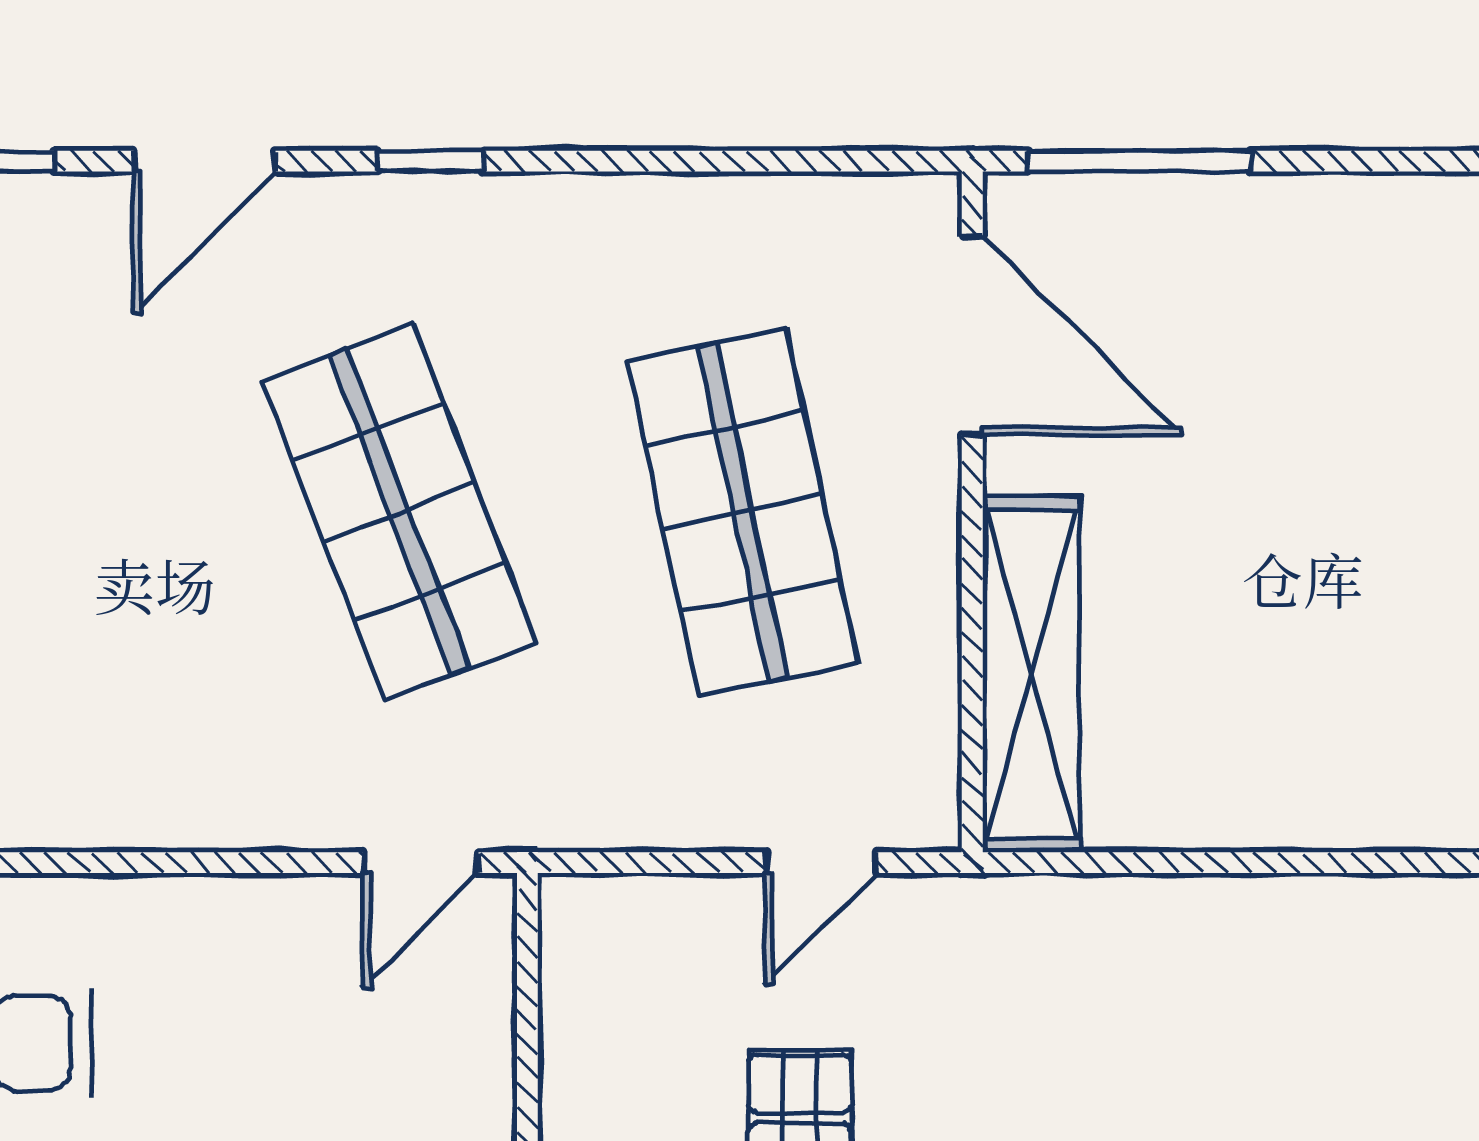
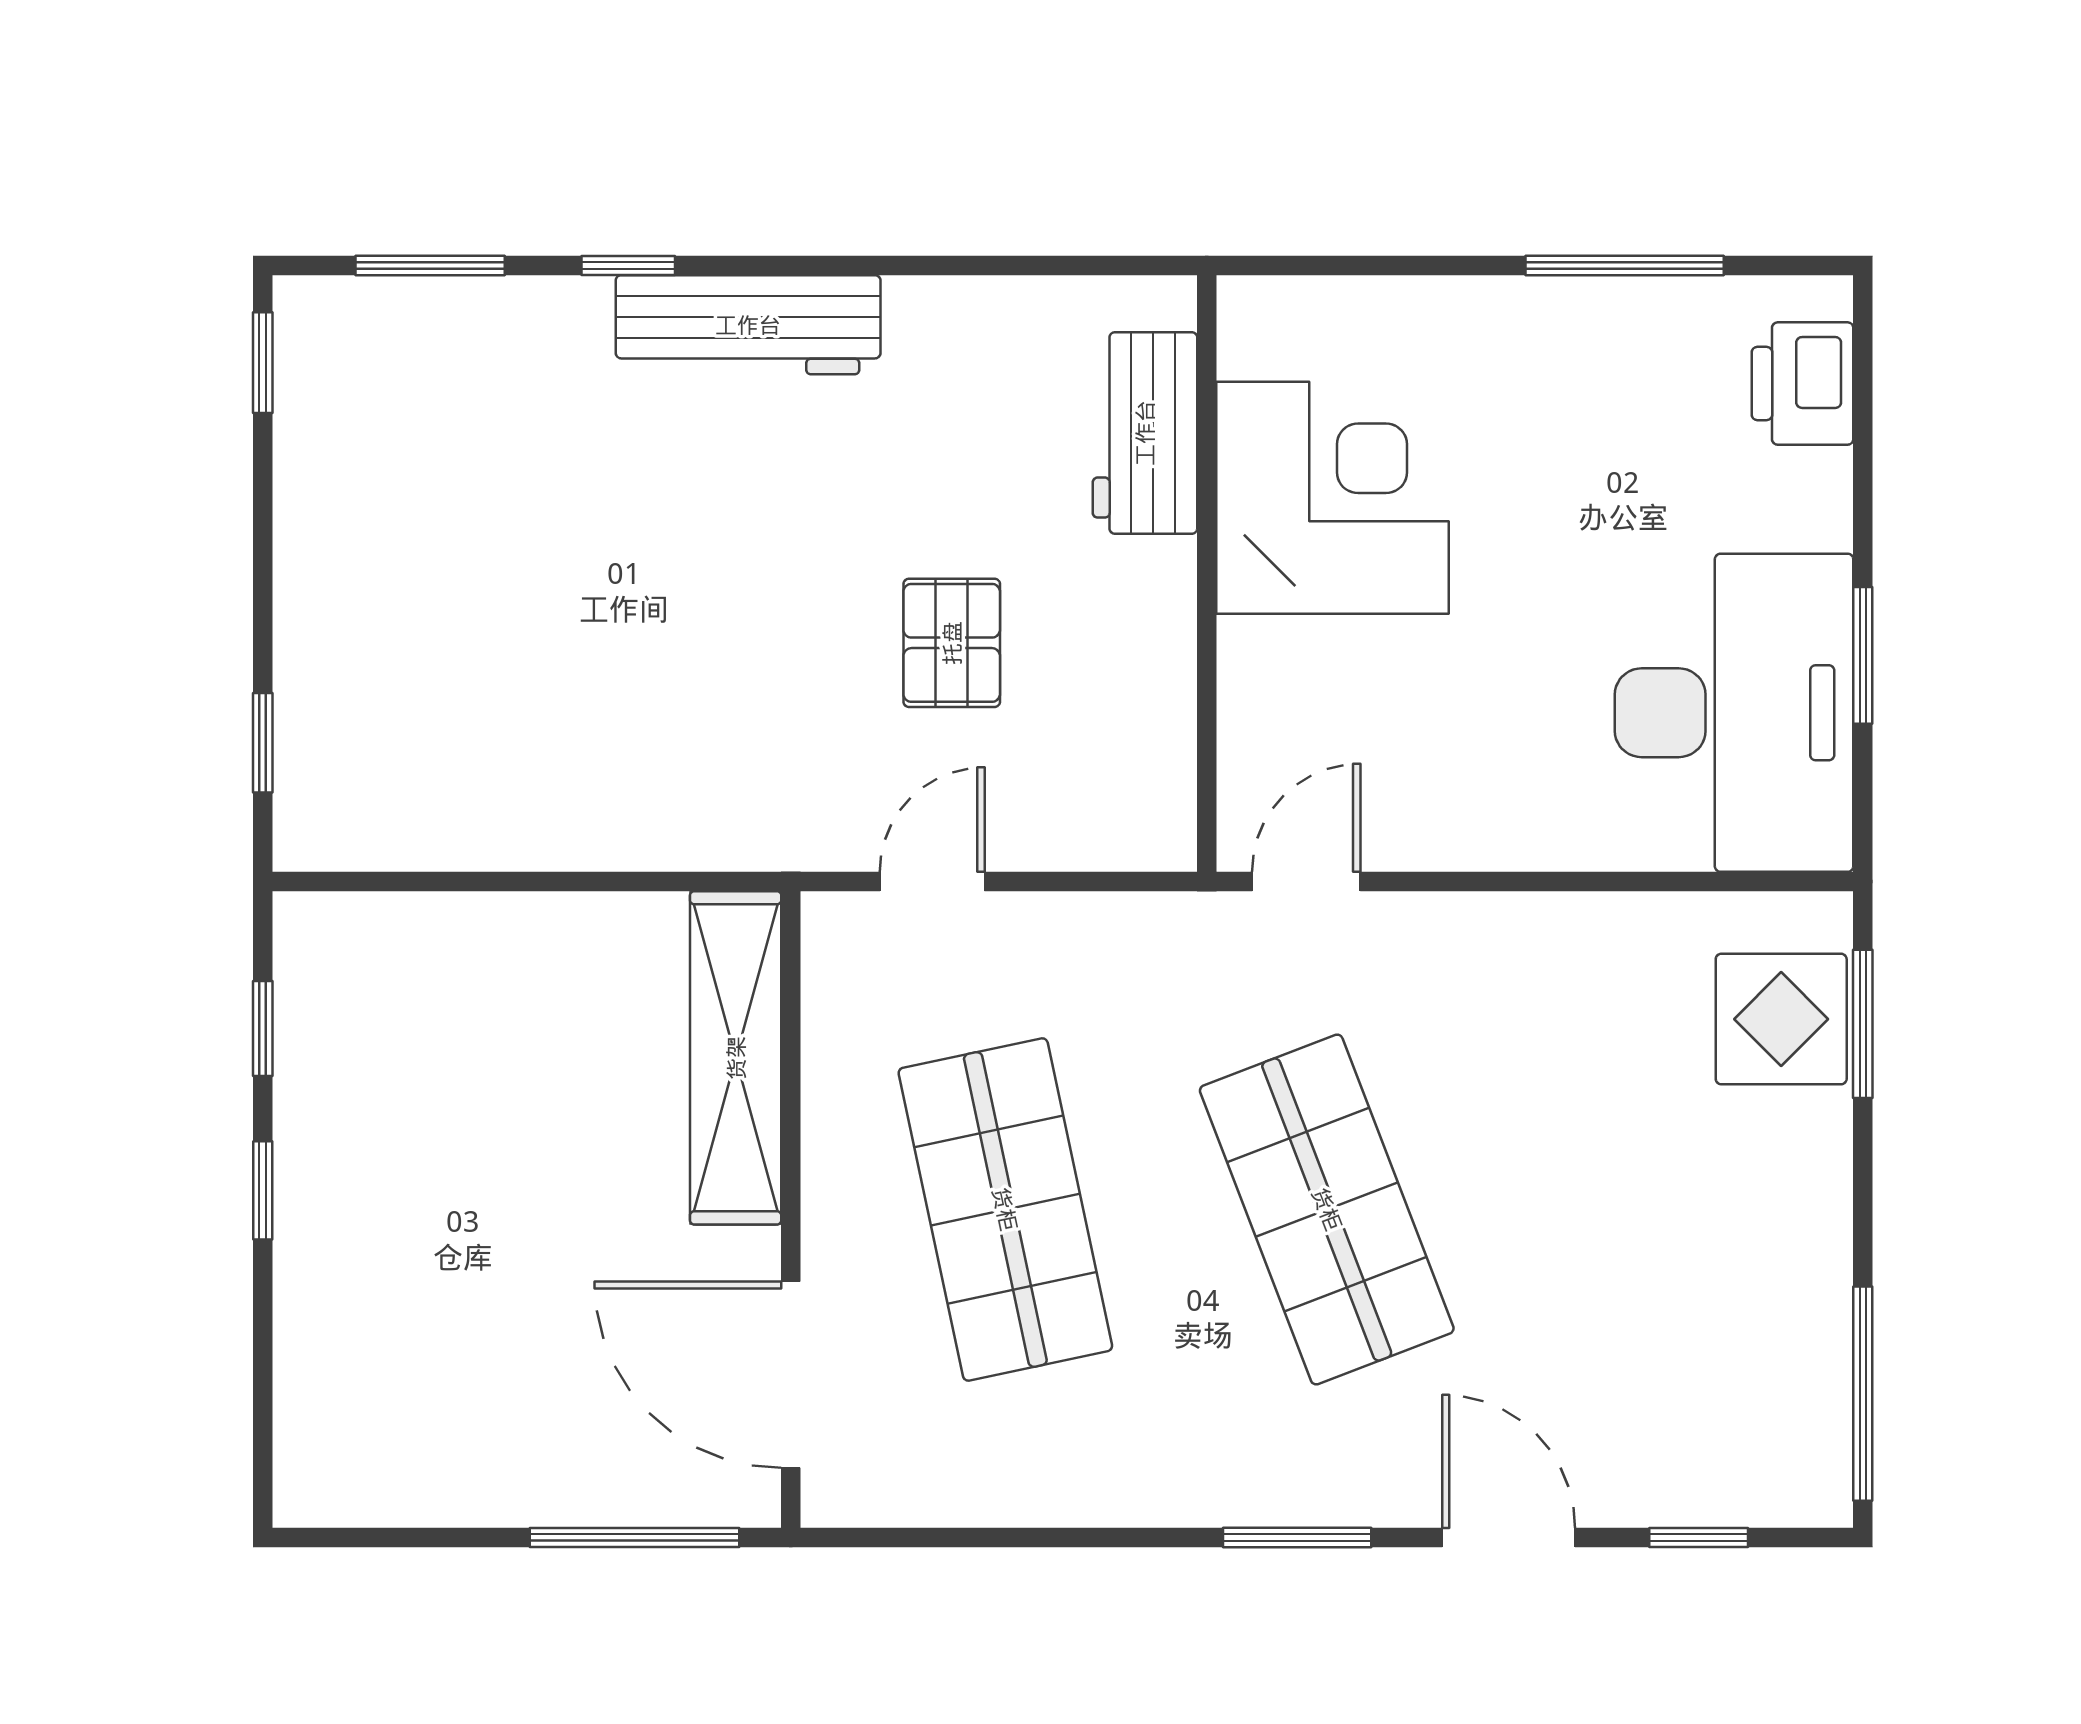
door: (204, 161) -> (1509, 1538), hinge flipped
window: (431, 161) -> (1297, 1538), width x1.50

